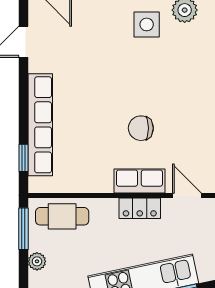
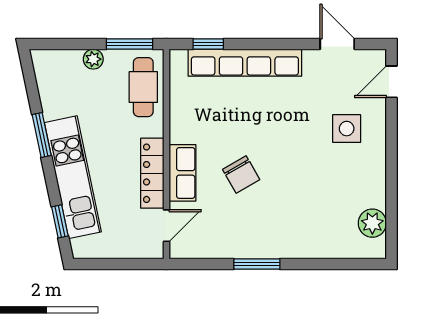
side table: (147, 24) -> (347, 129), moved
chair: (141, 128) -> (241, 174), turned 150
locker: (140, 208) -> (152, 173), width x1.53

